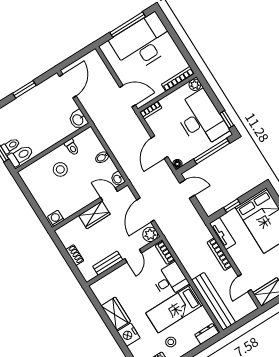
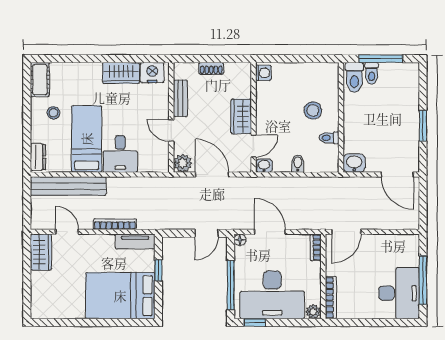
desk: (143, 43) -> (399, 293), width x0.73, depth x0.77
bookcase: (165, 253) -> (153, 167), removed
nightstand: (129, 335) -> (152, 73), moved

